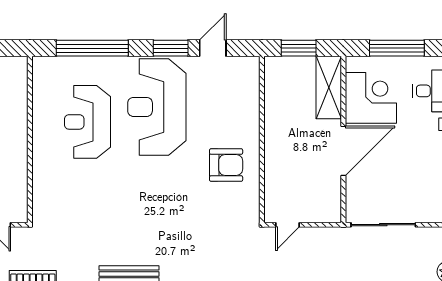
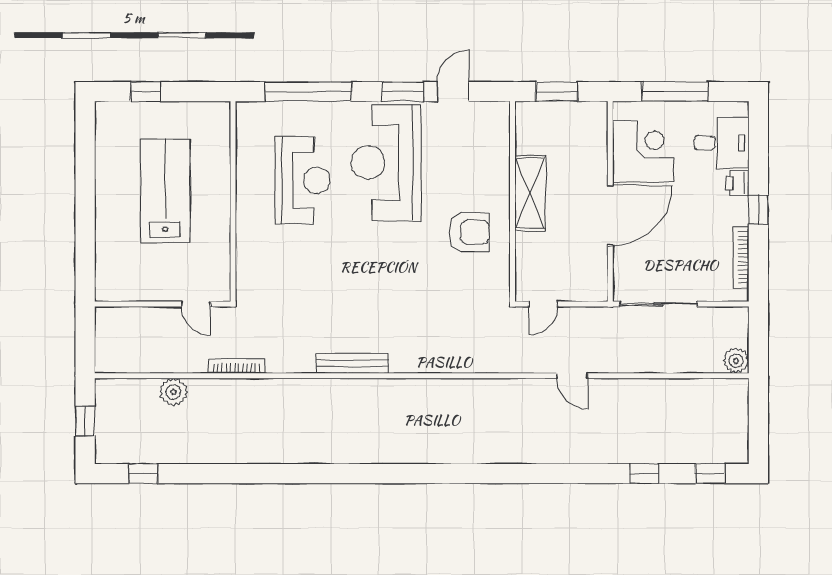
shelving: (329, 87) -> (530, 193), moved
reception desk: (88, 122) -> (303, 180), turned 180

